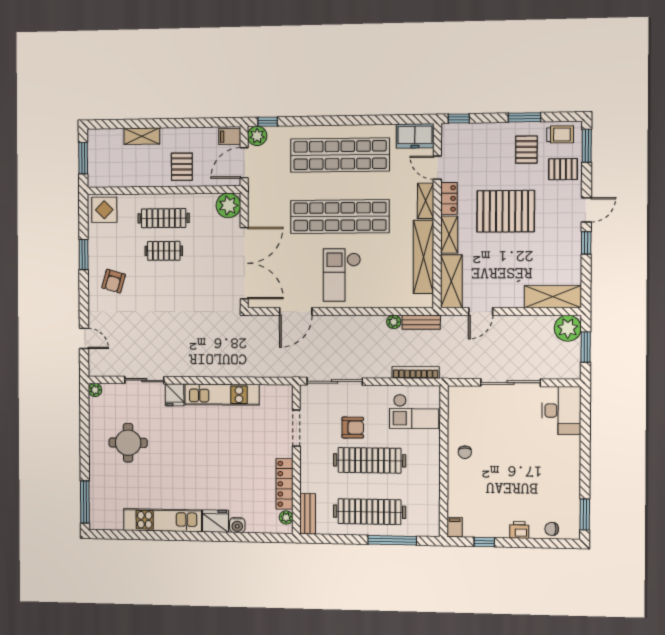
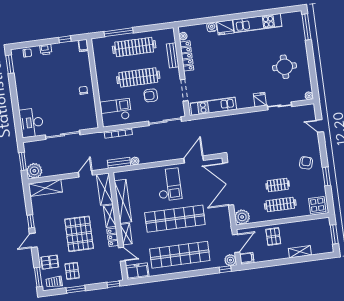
pallet: (506, 211) -> (79, 234), turned 90
kitchen unit: (222, 395) -> (213, 106), moved
bench: (308, 514) -> (173, 55), moved

